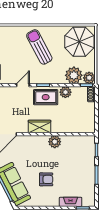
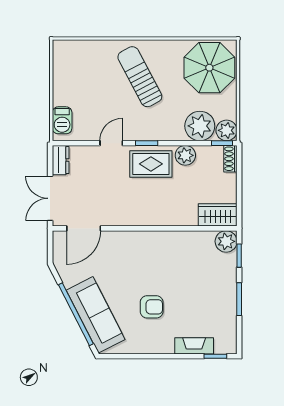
wardrobe: (39, 126) -> (218, 215), moved
plant: (55, 142) -> (226, 241), moved

